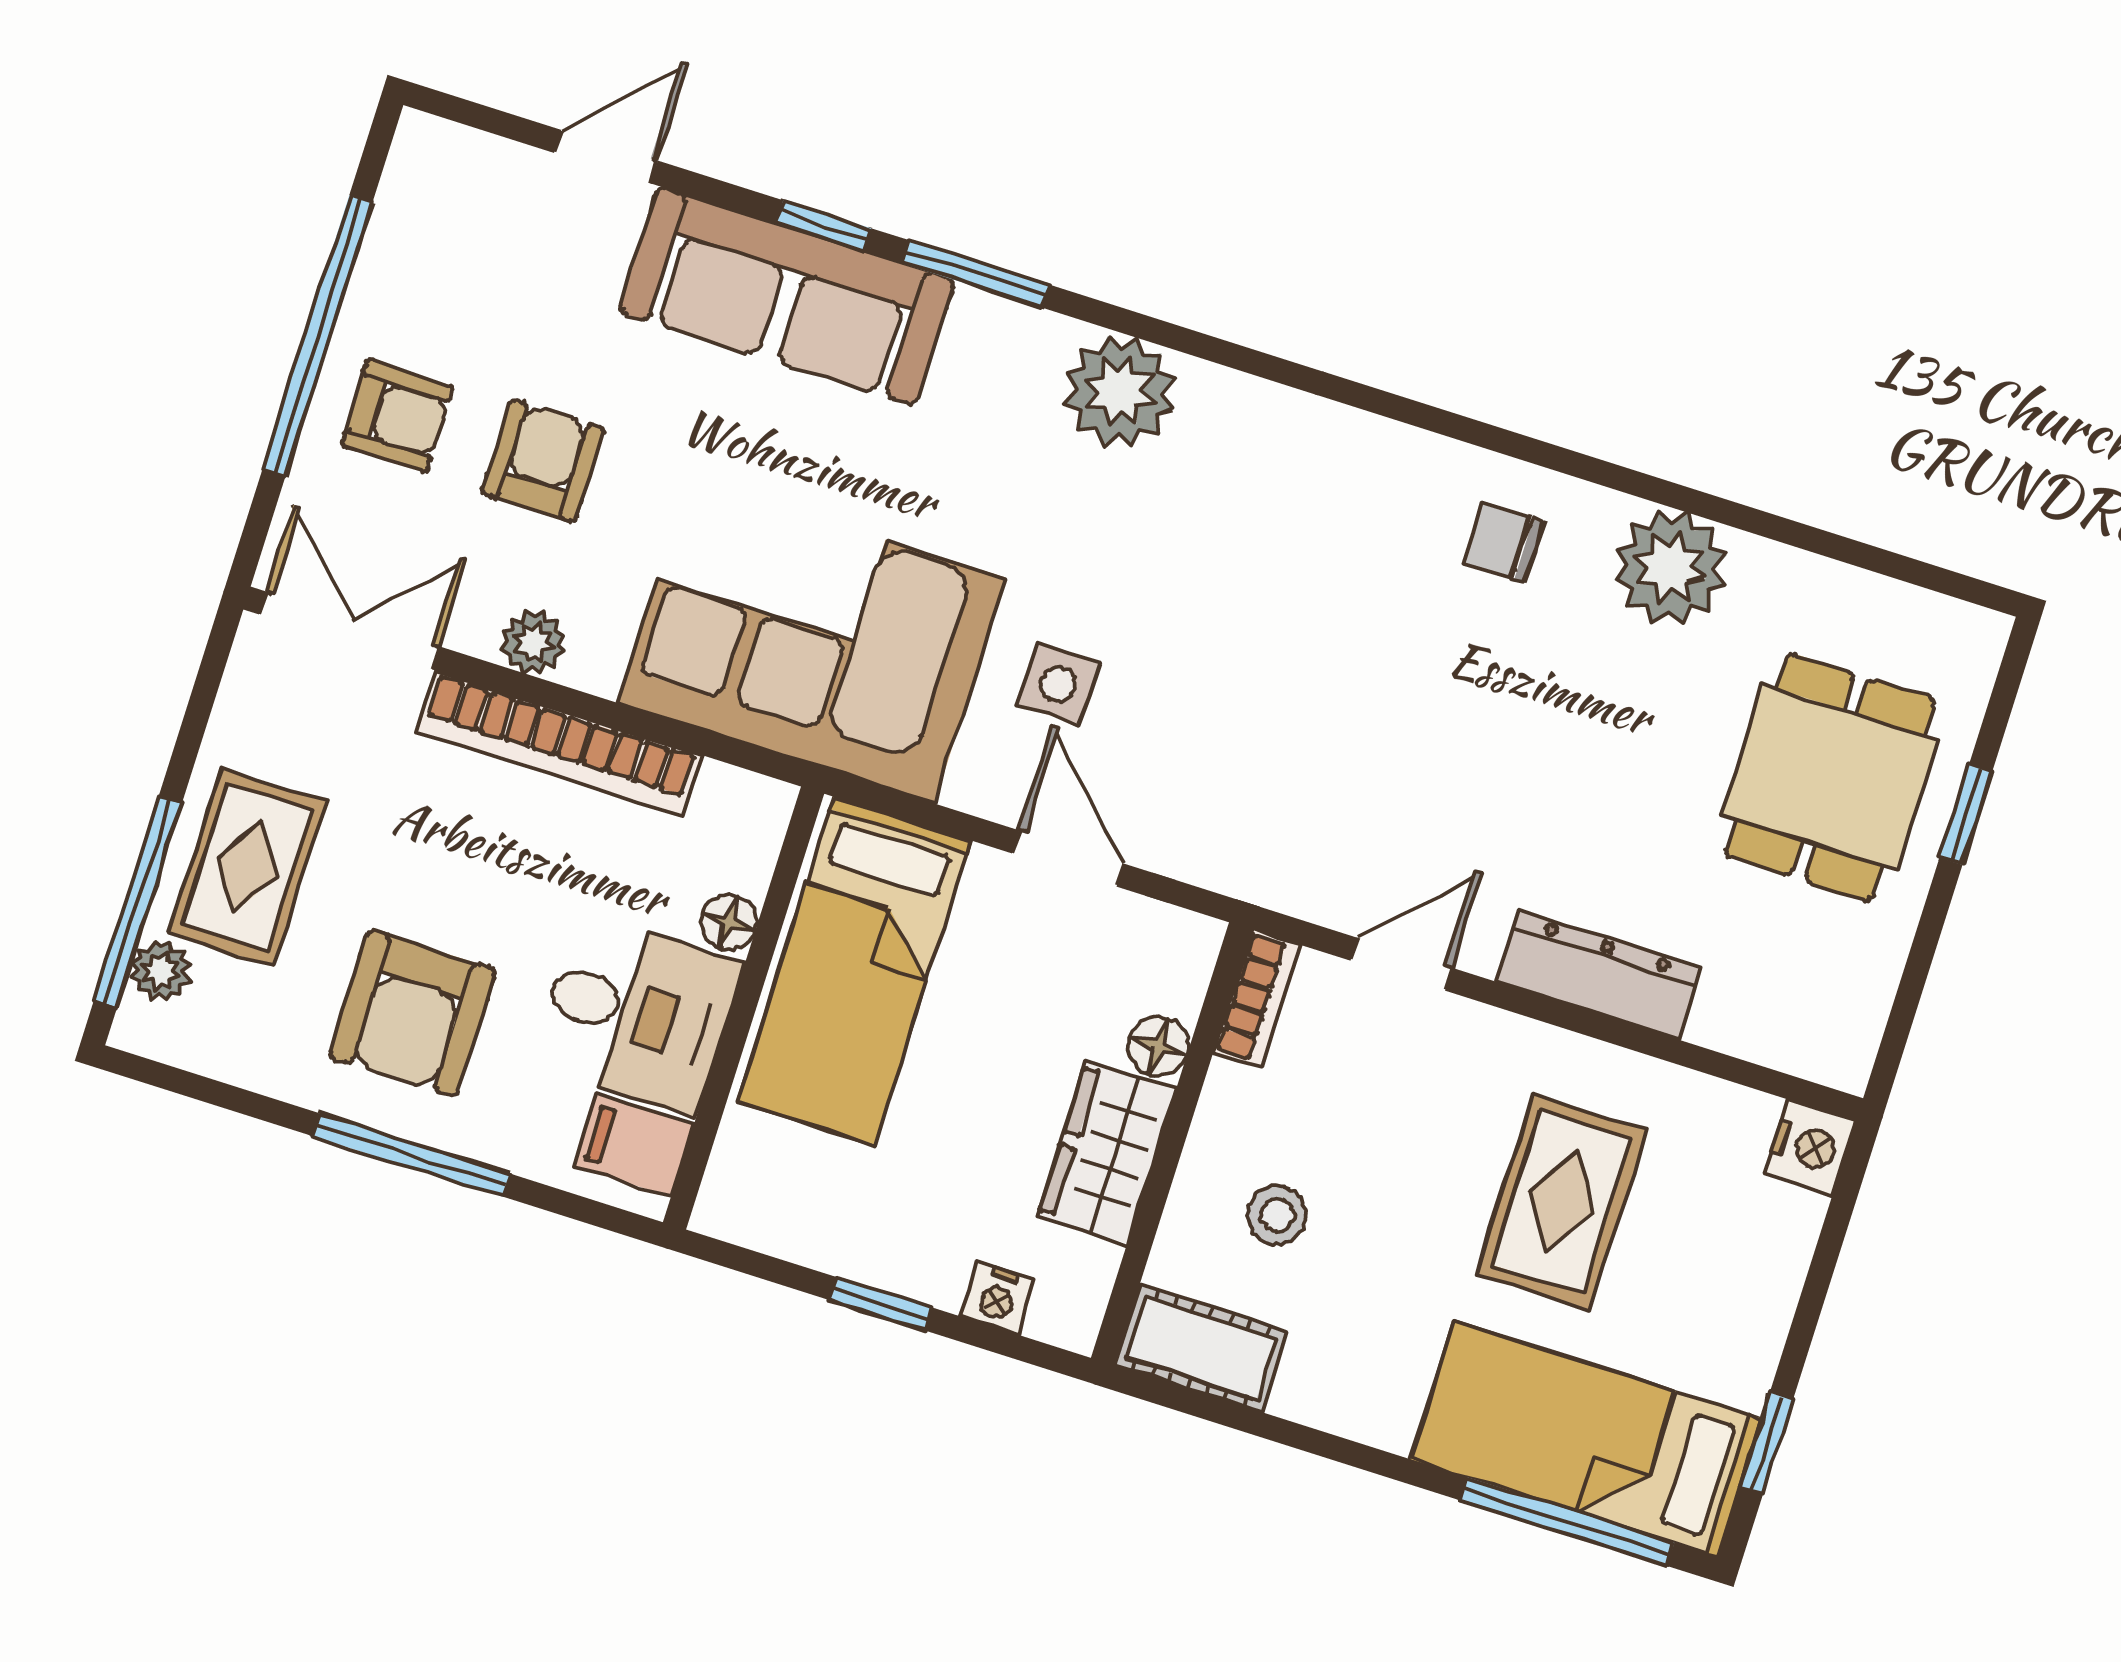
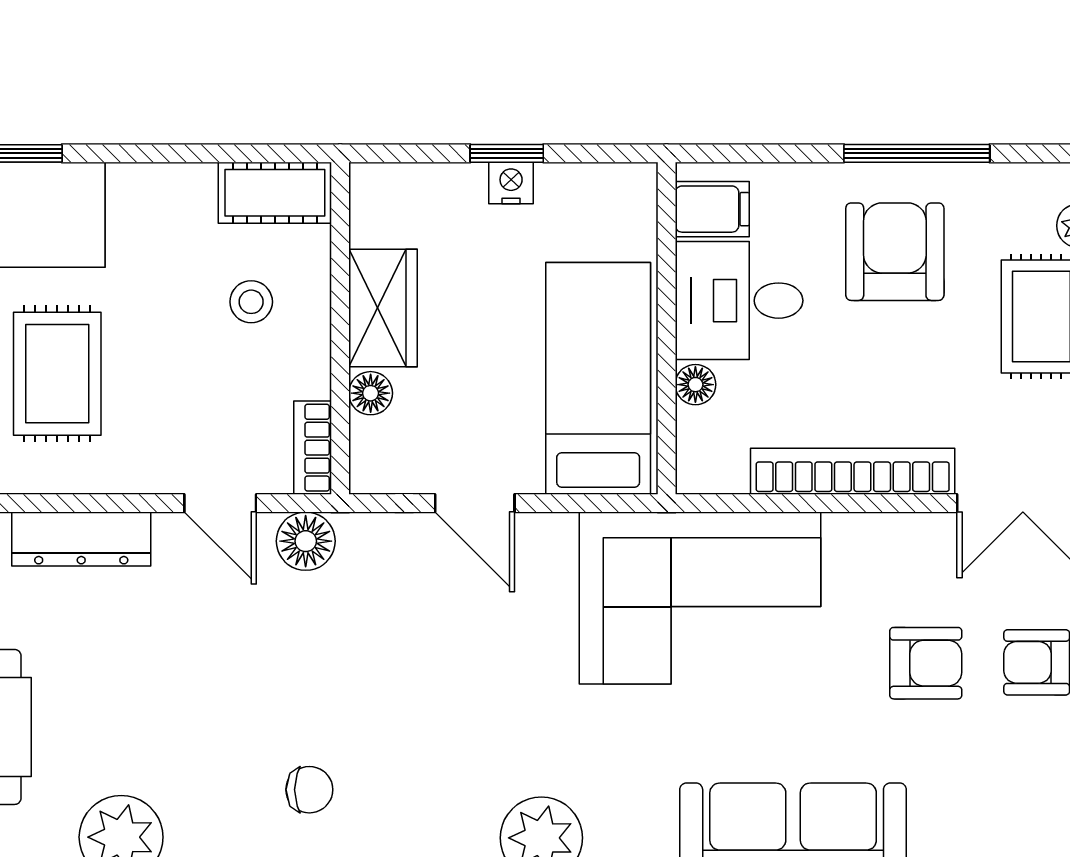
armchair: (543, 461) -> (926, 663), turned -90
chair: (1503, 542) -> (309, 790), moved
plant: (533, 642) -> (892, 535), removed
side table: (1058, 684) -> (520, 622), removed
floor lamp: (1305, 879) -> (306, 541), added
door: (1401, 964) -> (220, 503), hinge flipped
window: (411, 1155) -> (917, 153), moved
nightstand: (998, 1298) -> (511, 183), moved

